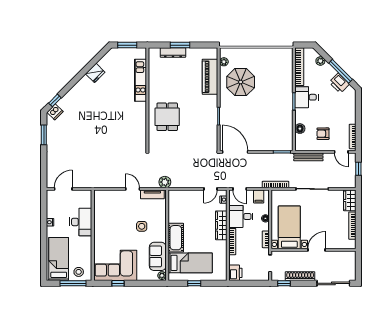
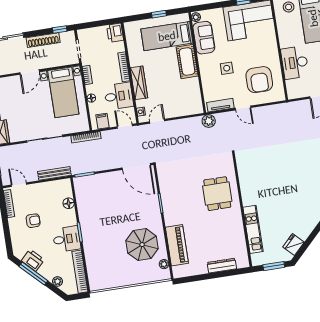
window: (180, 45) -> (215, 275), removed
fridge: (95, 73) -> (294, 245), moved
armchair: (323, 134) -> (33, 221), moved
armchair: (114, 212) -> (259, 80), added

